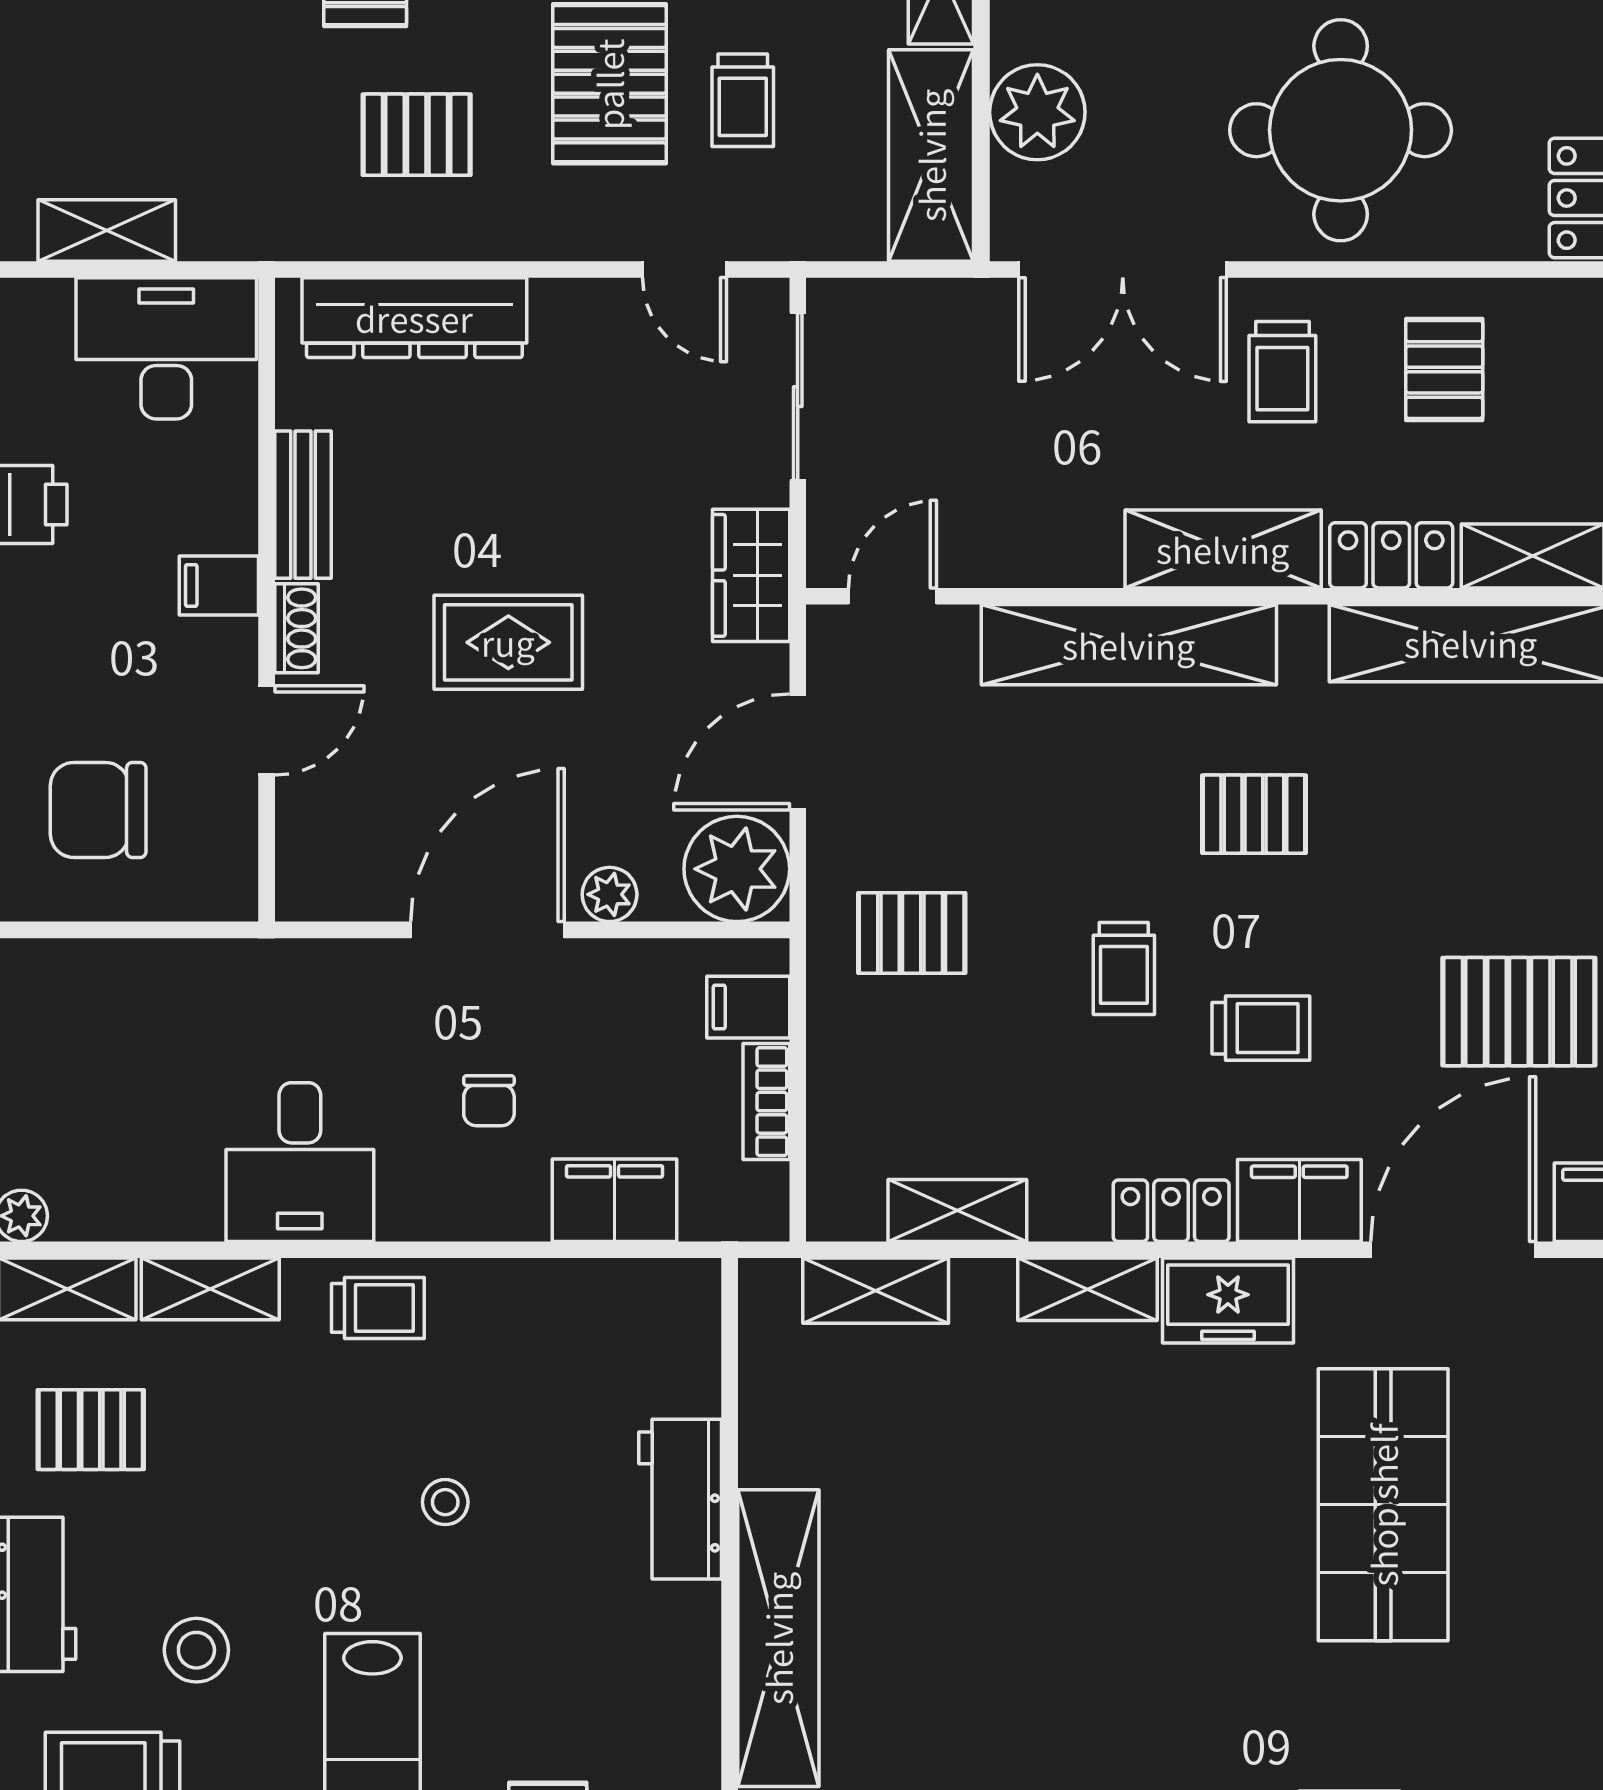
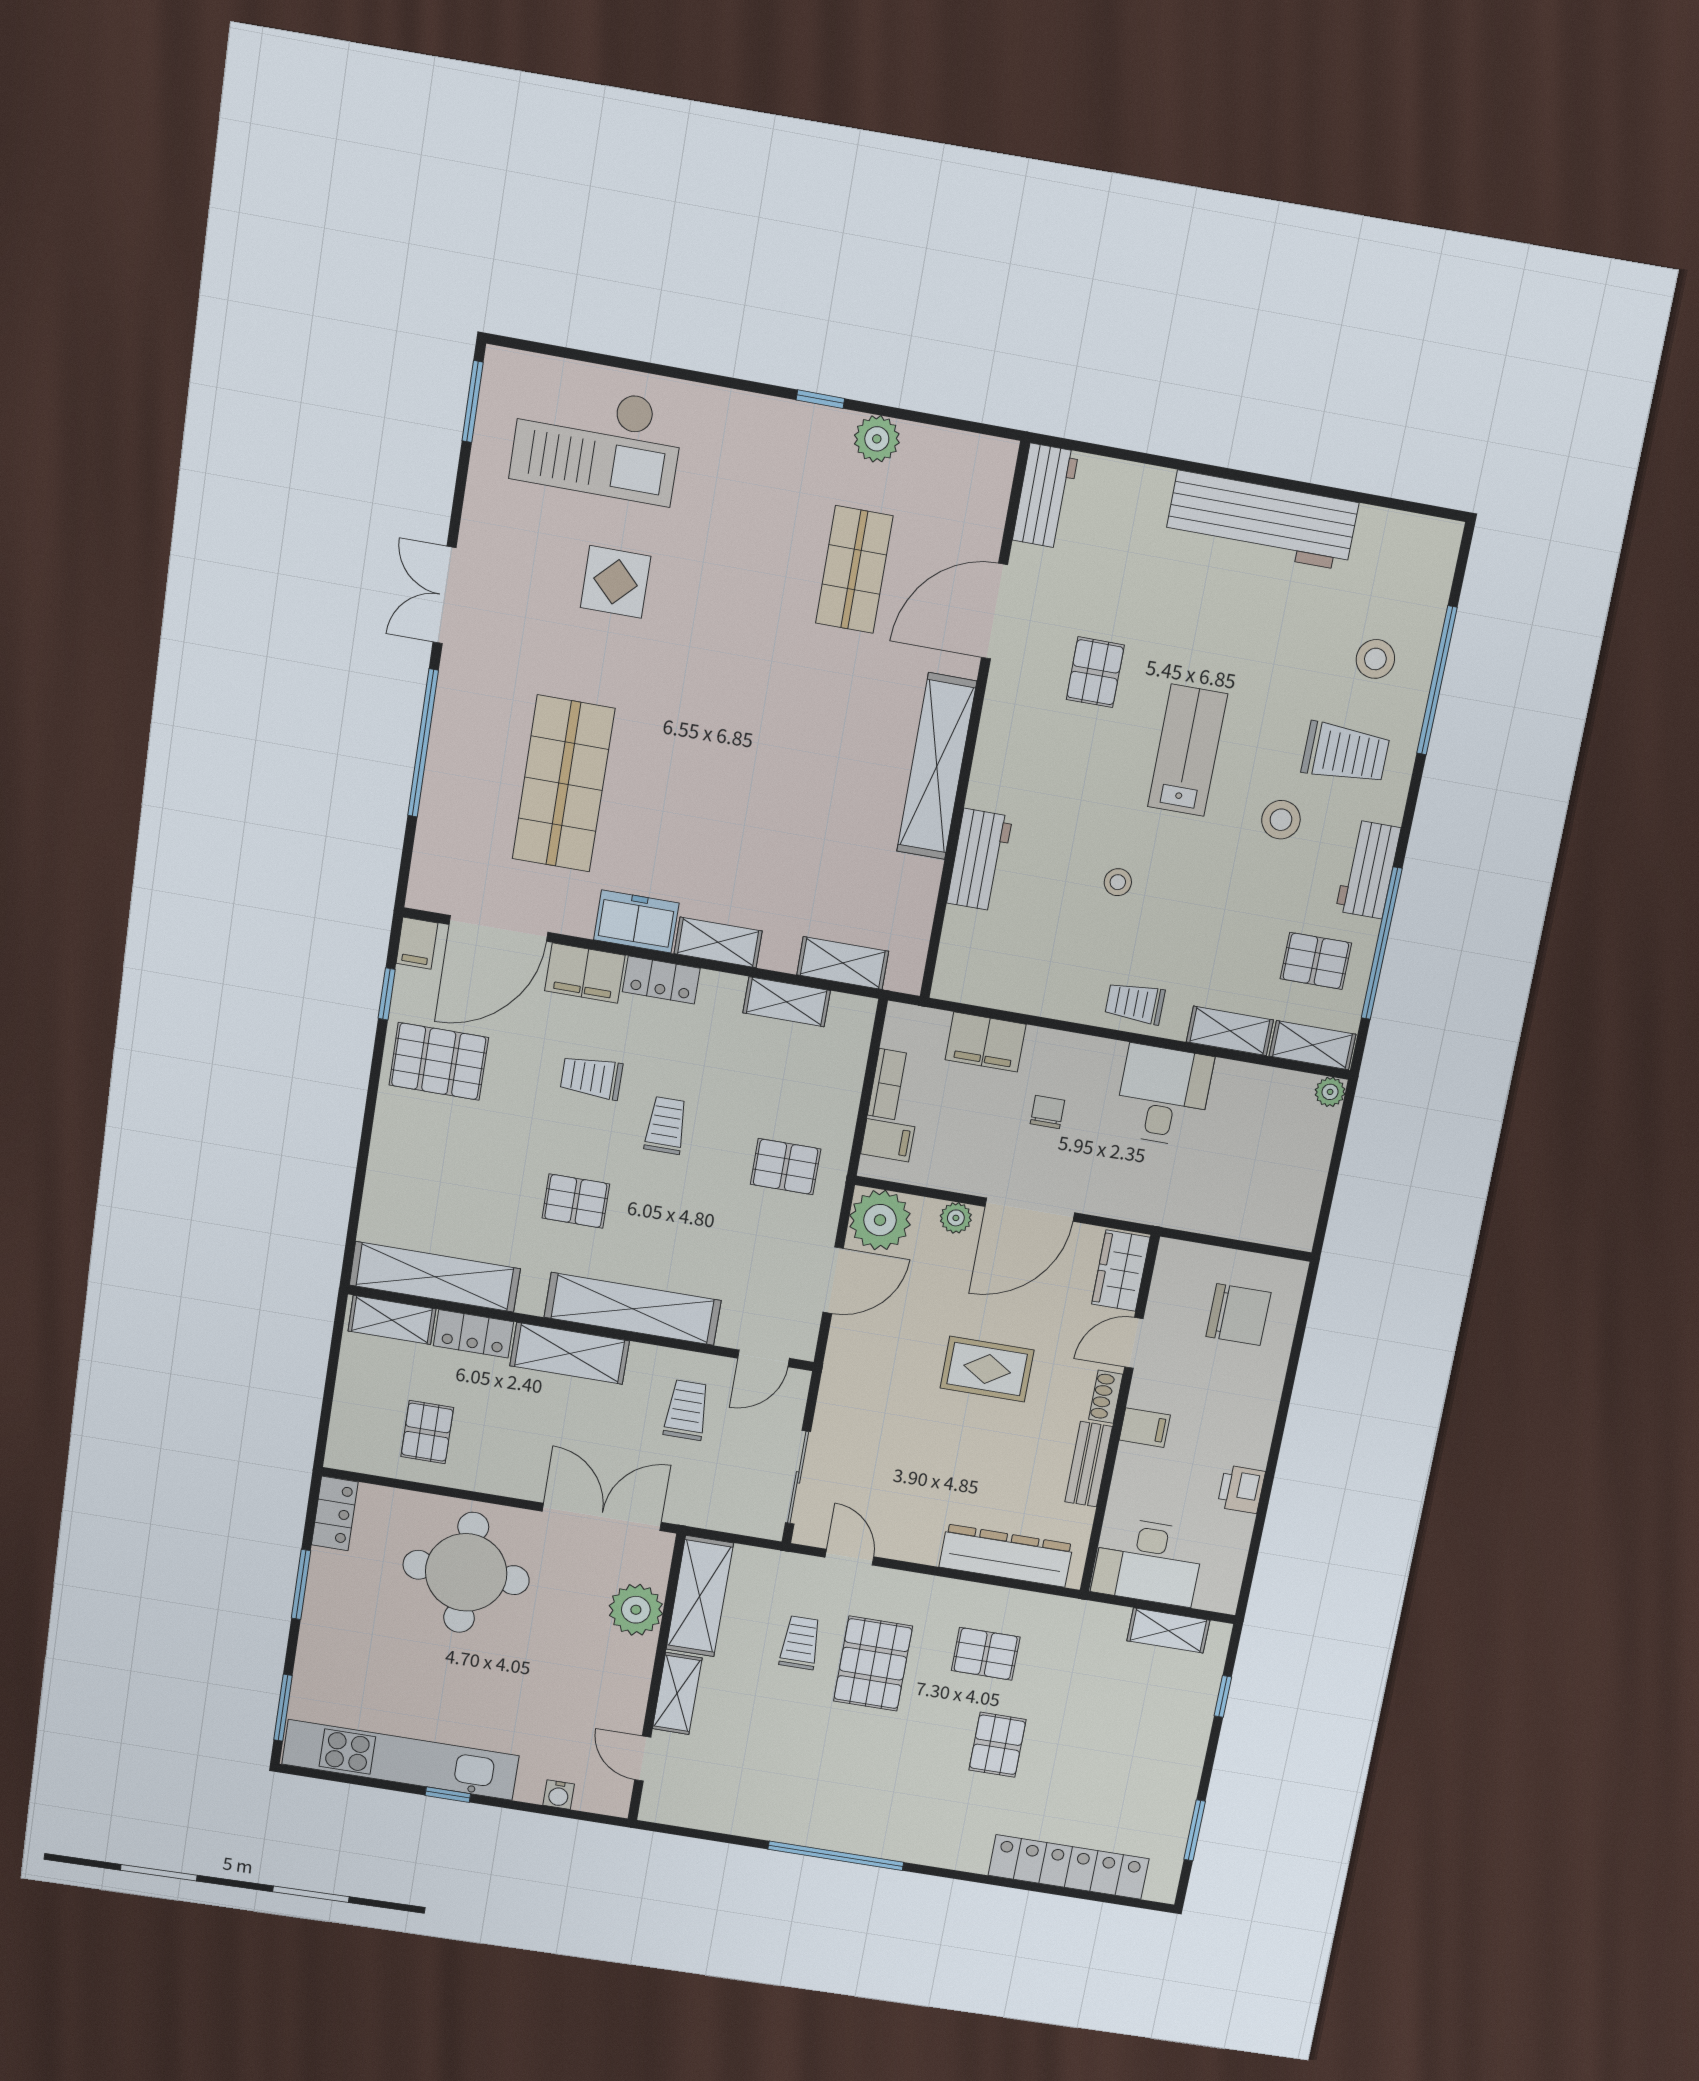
trolley: (1282, 372) -> (686, 1410), moved
wardrobe: (751, 575) -> (1121, 1271), moved, turned 180

